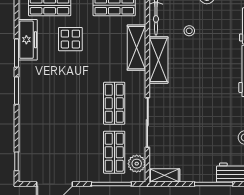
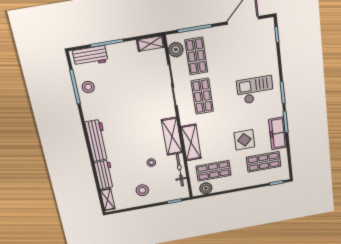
checkout: (50, 100) -> (255, 90), added

